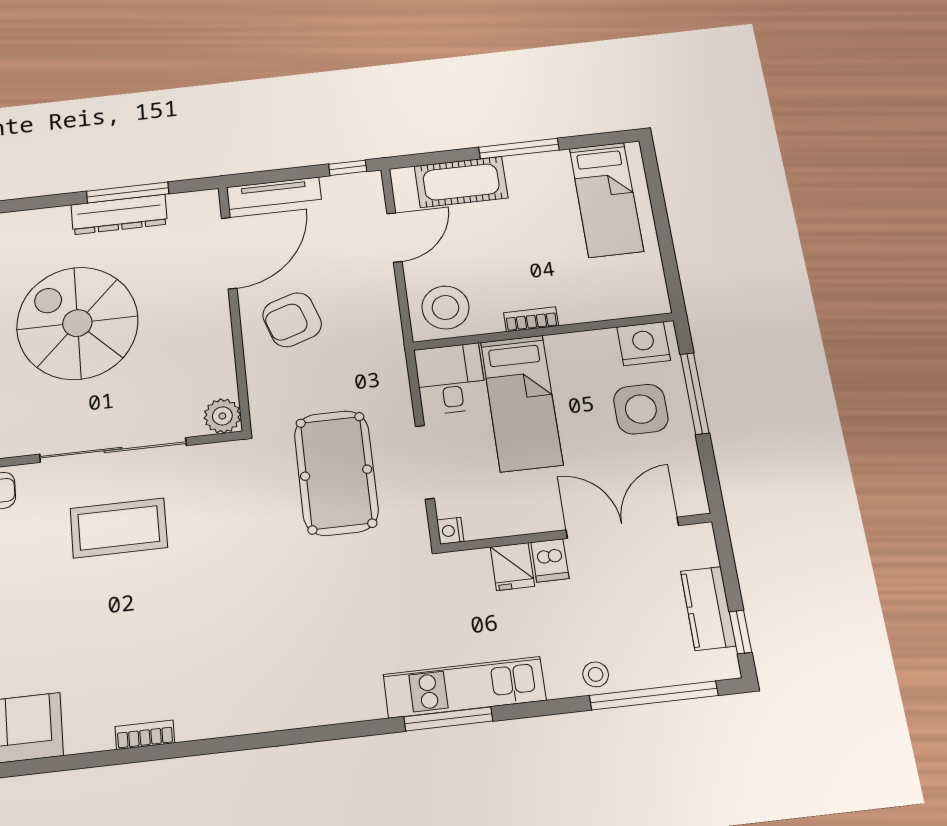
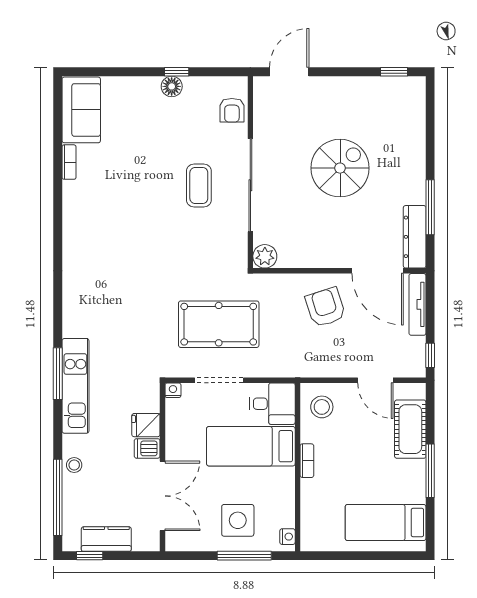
dresser: (119, 214) -> (415, 237), moved
stool: (445, 307) -> (322, 407), width x0.73, depth x0.73
spiral stairs: (77, 323) -> (340, 168), width x0.73, depth x0.73
nightstand: (644, 344) -> (287, 537), width x0.53, depth x0.56
coffee table: (119, 528) -> (199, 186), width x0.73, depth x0.76
bookcase: (145, 735) -> (69, 162), moved

